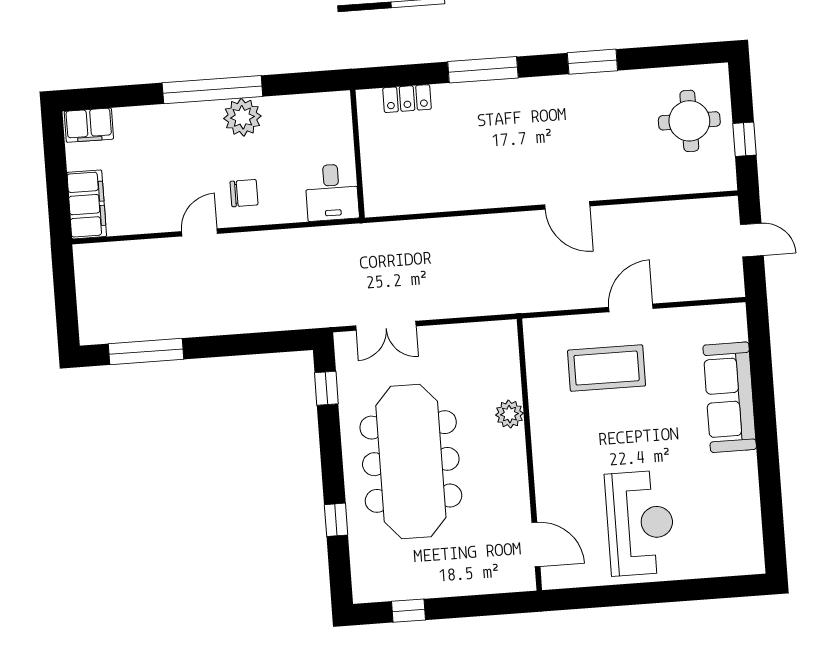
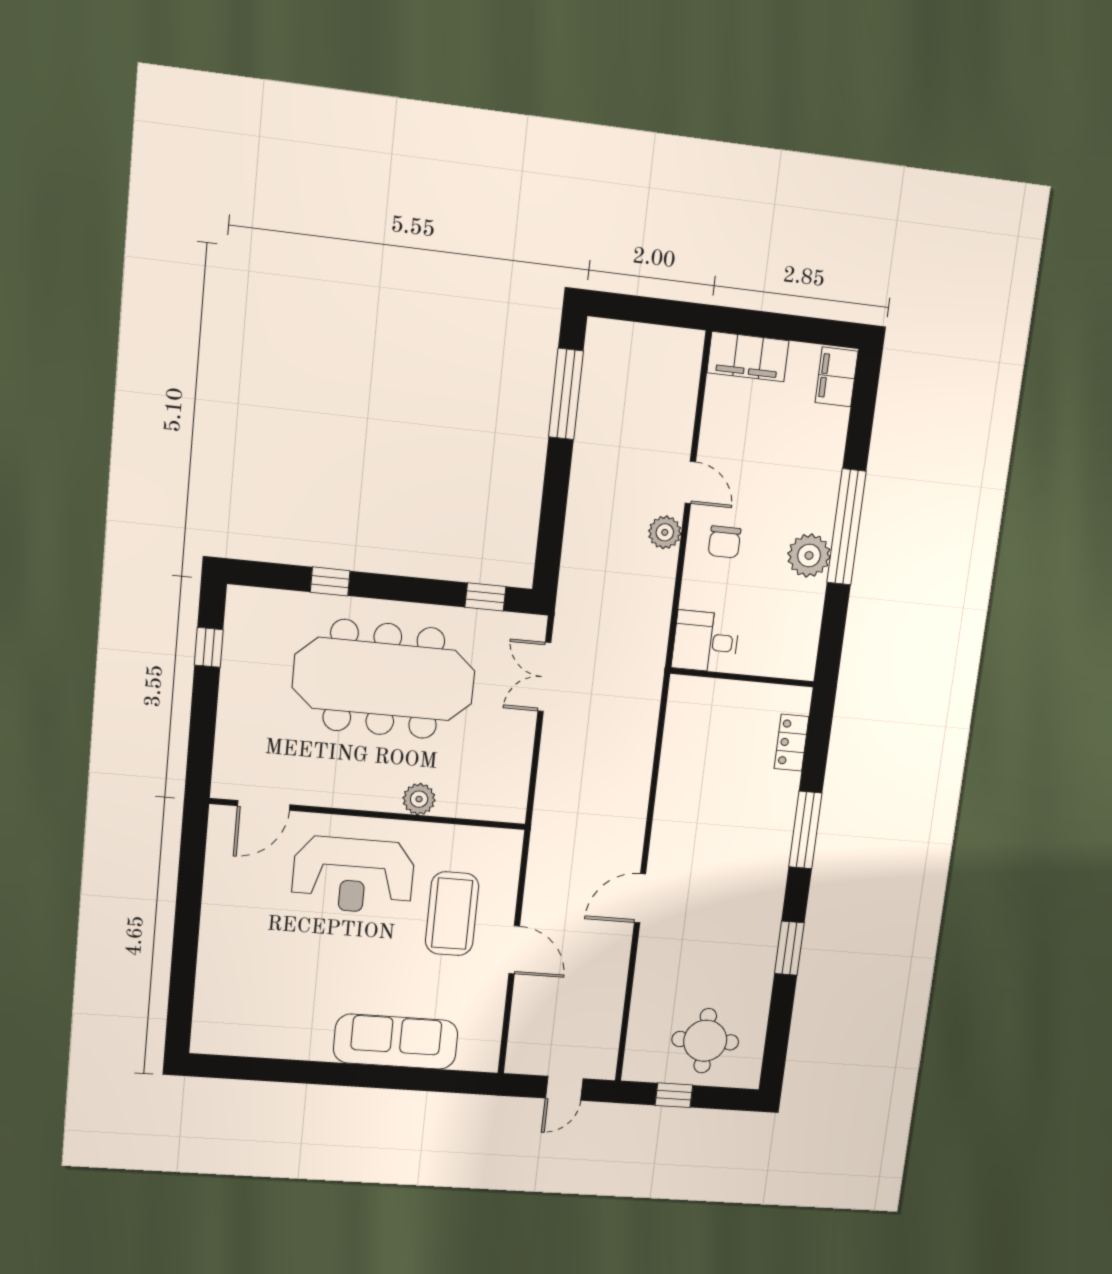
plant: (245, 246) -> (665, 532), added
reception desk: (640, 523) -> (353, 875), moved

